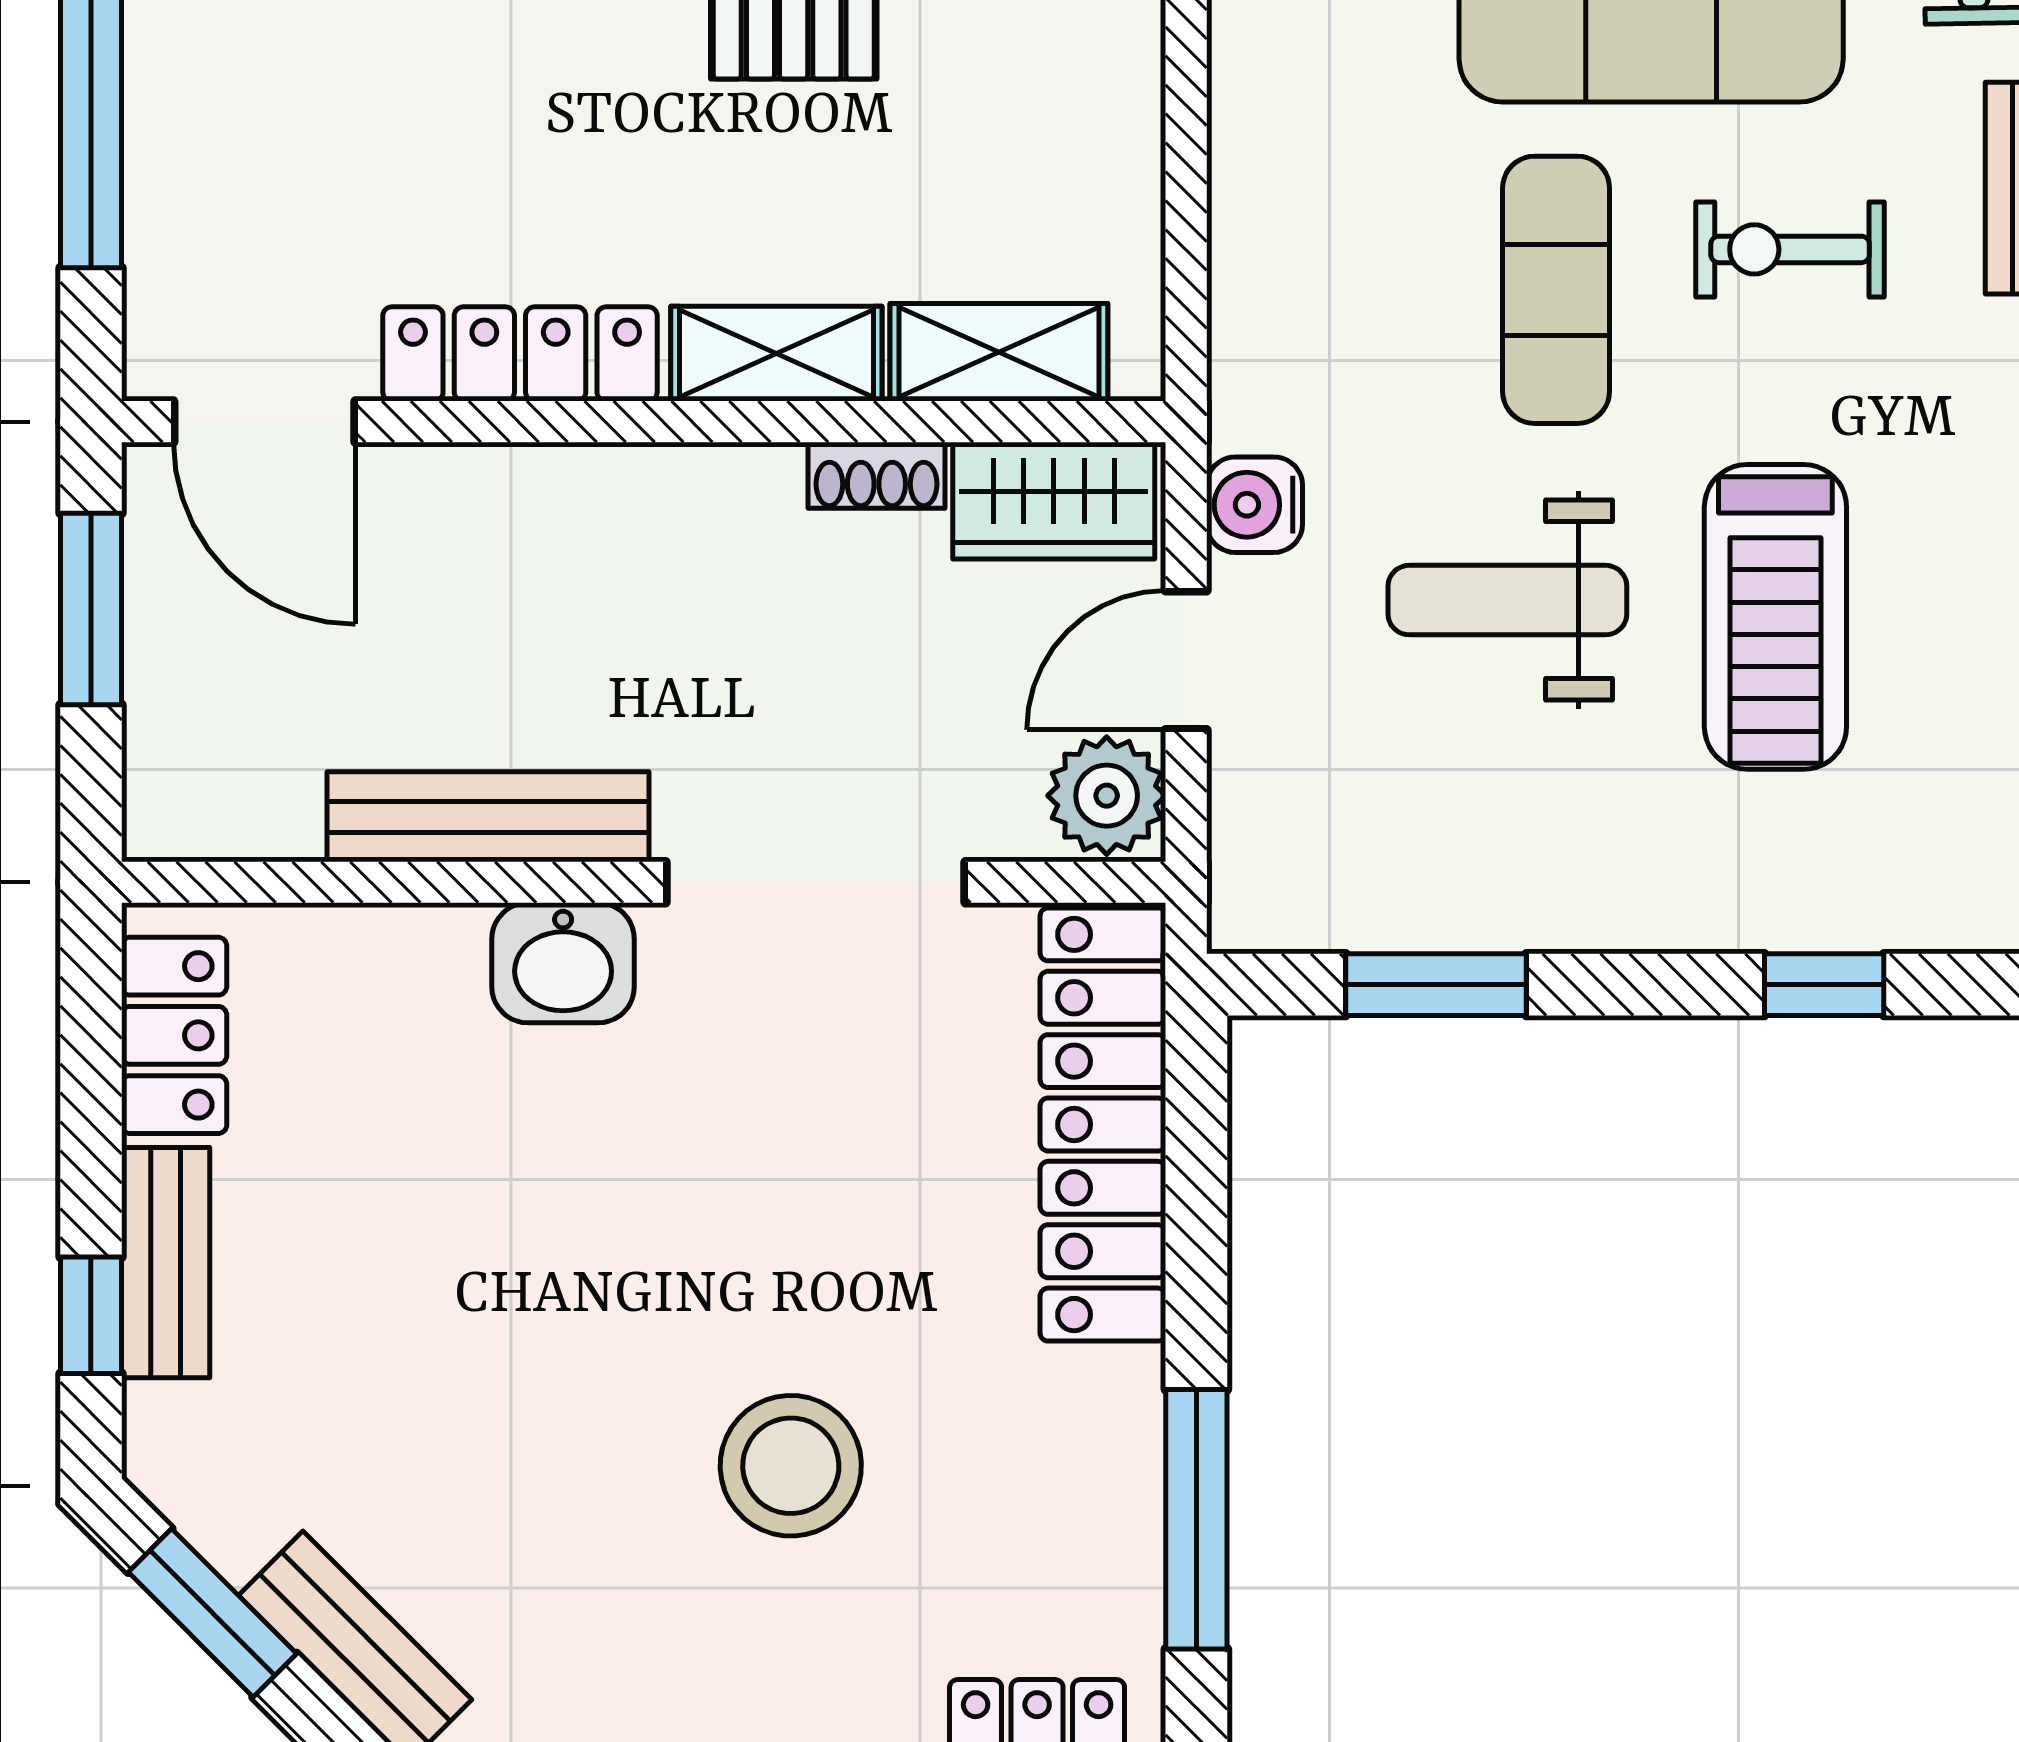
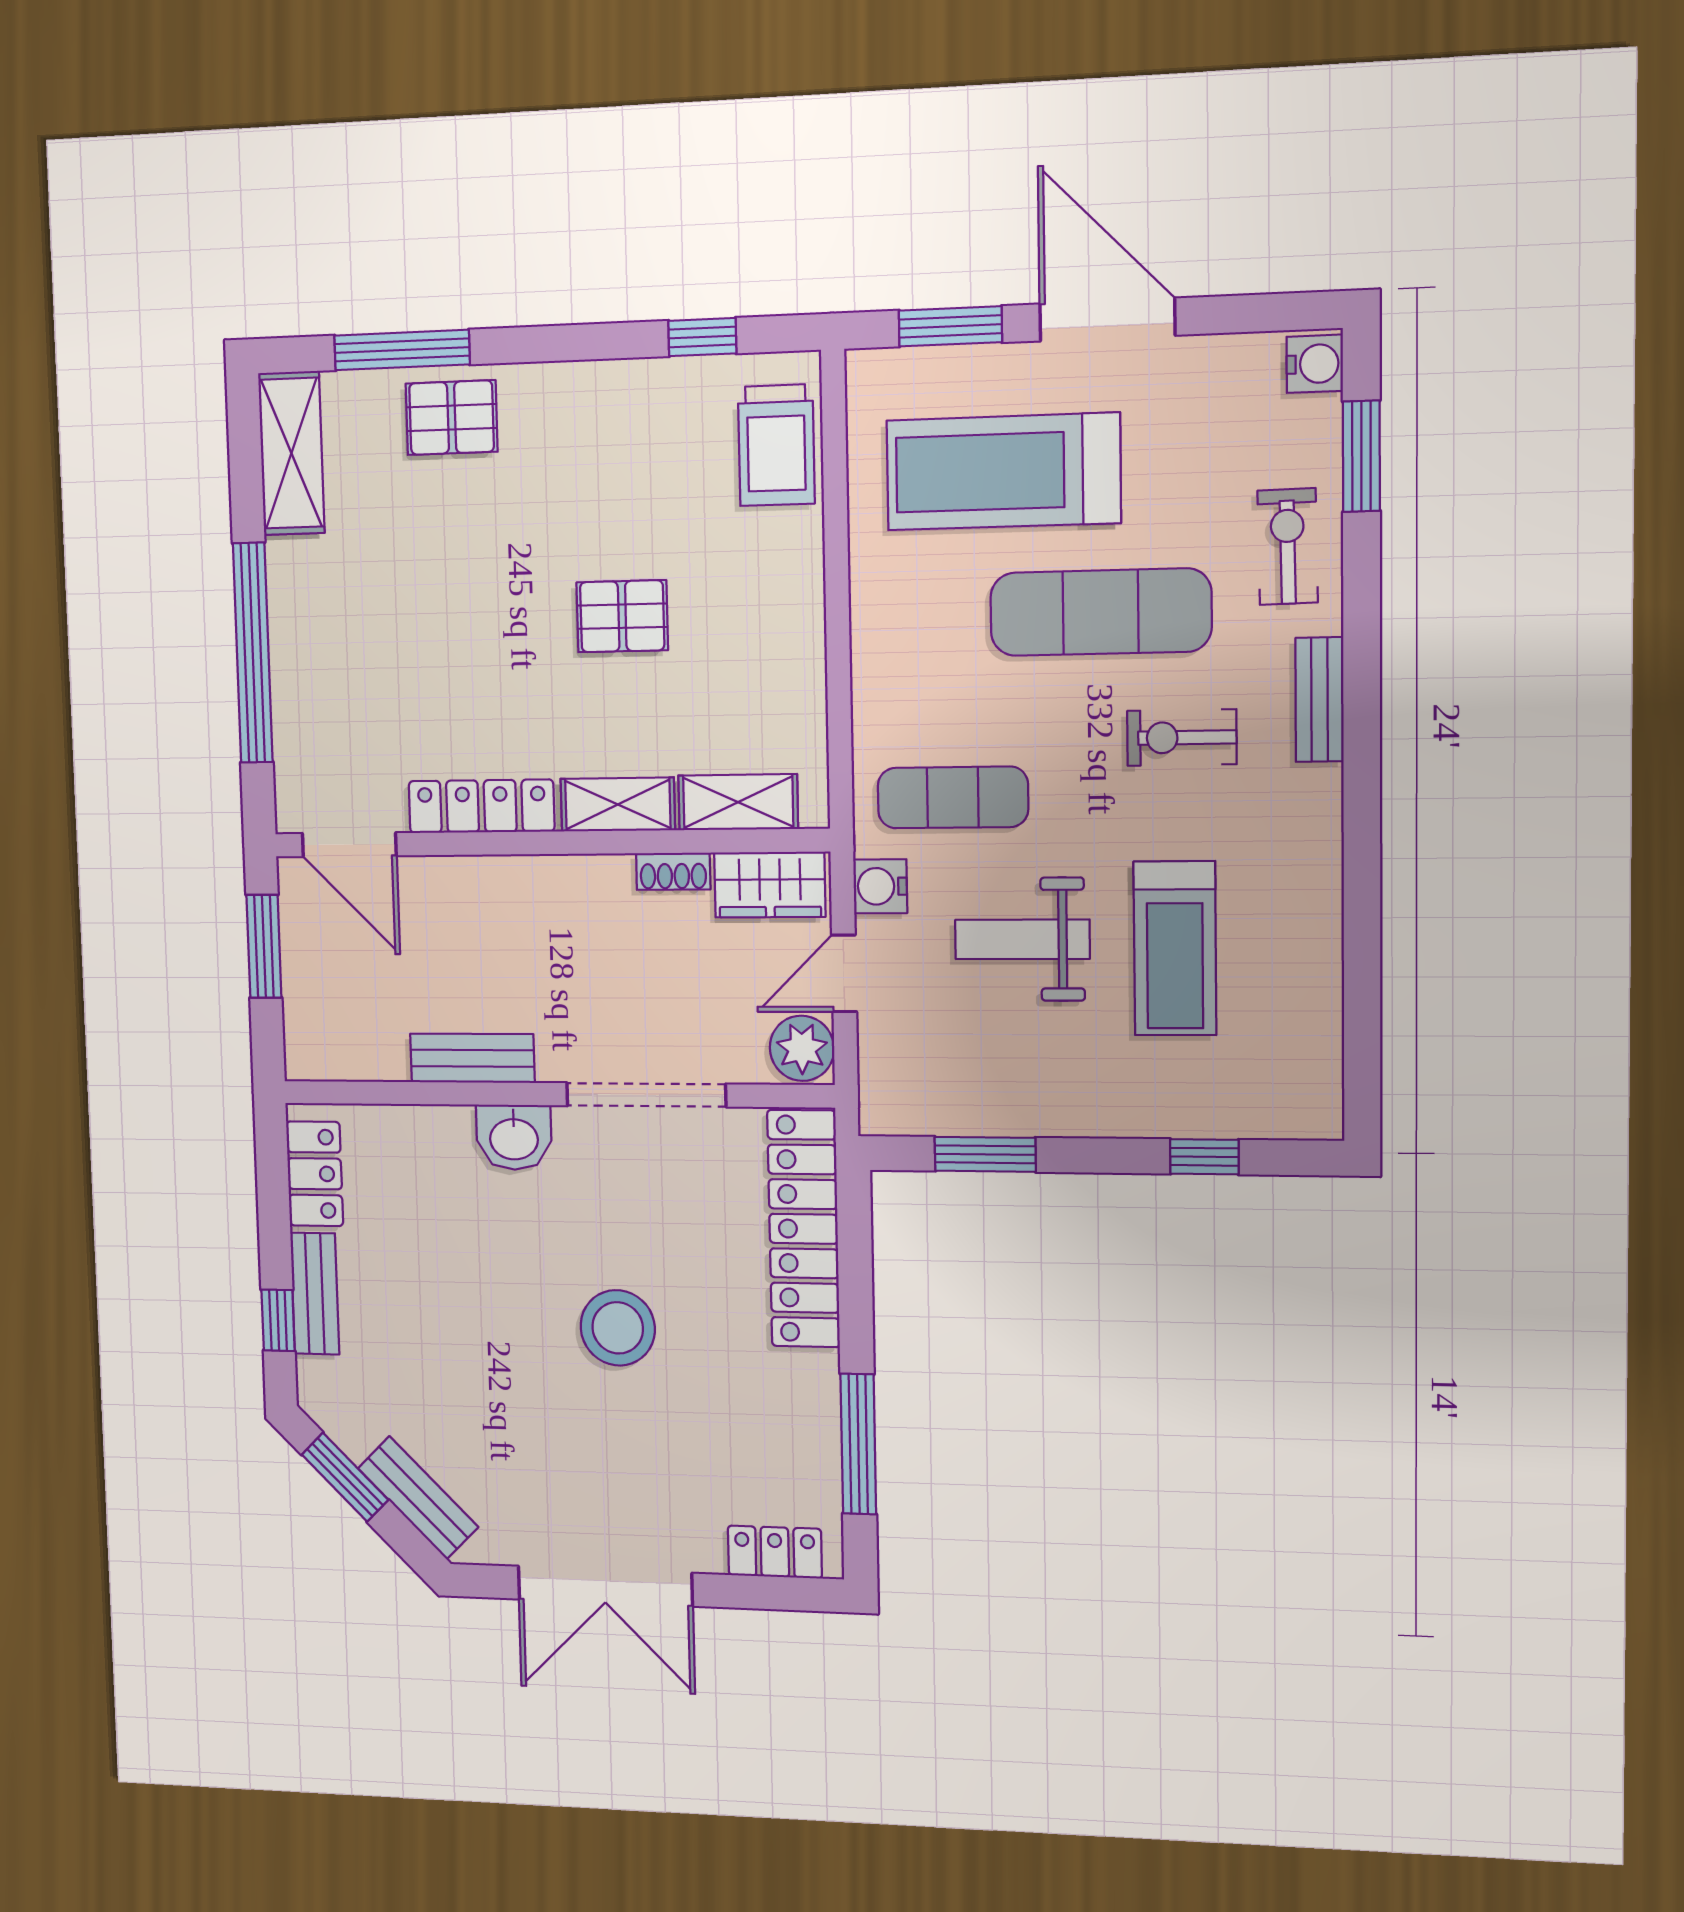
exercise mat: (1556, 290) -> (953, 797), moved, turned 90
bench: (488, 817) -> (472, 1058), width x0.73
stool: (791, 1466) -> (618, 1328), moved

